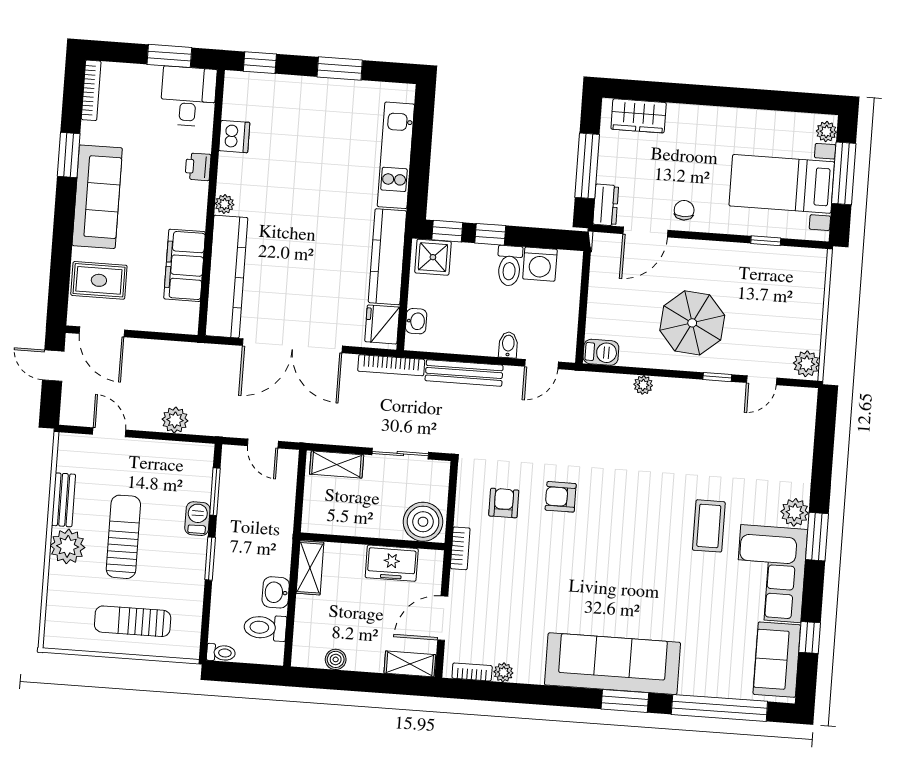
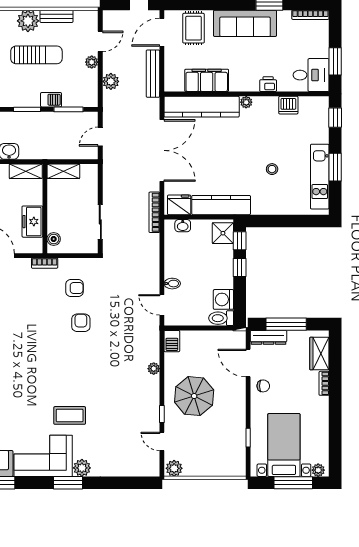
bookcase: (687, 112) -> (324, 383), added
kitchen unit: (396, 155) -> (320, 177), moved, turned -90
stool: (335, 170) -> (272, 169), added
dresser: (606, 205) -> (269, 337), width x1.44
toilet: (509, 266) -> (221, 318), moved
double door: (292, 346) -> (162, 150), swing flipped
bench: (464, 373) -> (153, 74), moved
plant: (142, 449) -> (92, 62), added
shelving: (337, 464) -> (63, 171), moved, turned 90
boiler: (423, 522) -> (54, 239), width x0.54, depth x0.54

